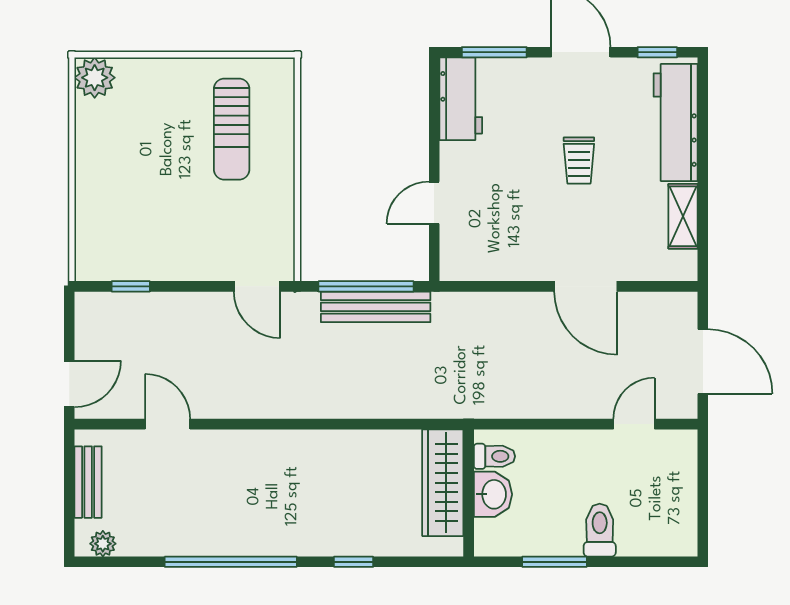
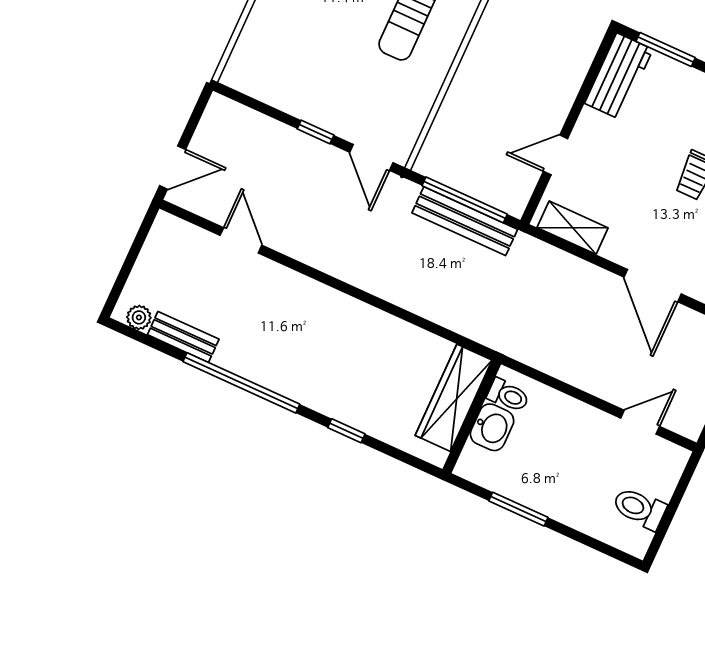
shelving: (483, 266) -> (573, 228), added
window: (131, 286) -> (316, 132), moved
bench: (88, 482) -> (183, 337), moved, turned 90
toilet: (600, 530) -> (639, 508), moved, turned -90

